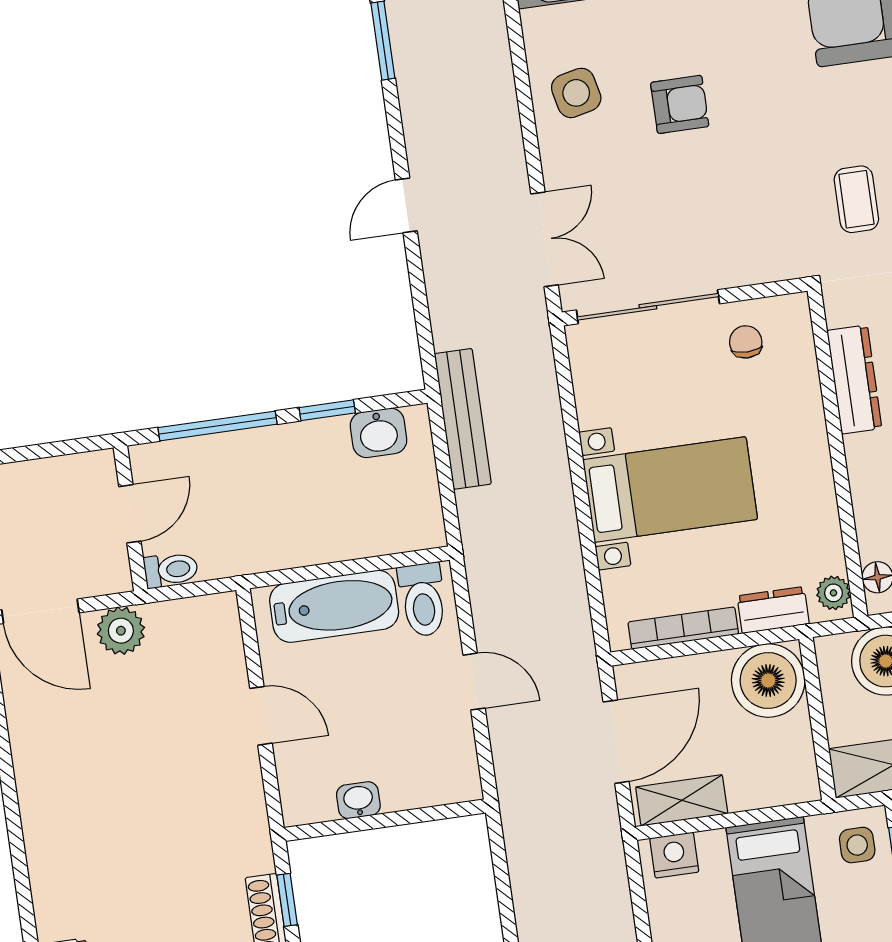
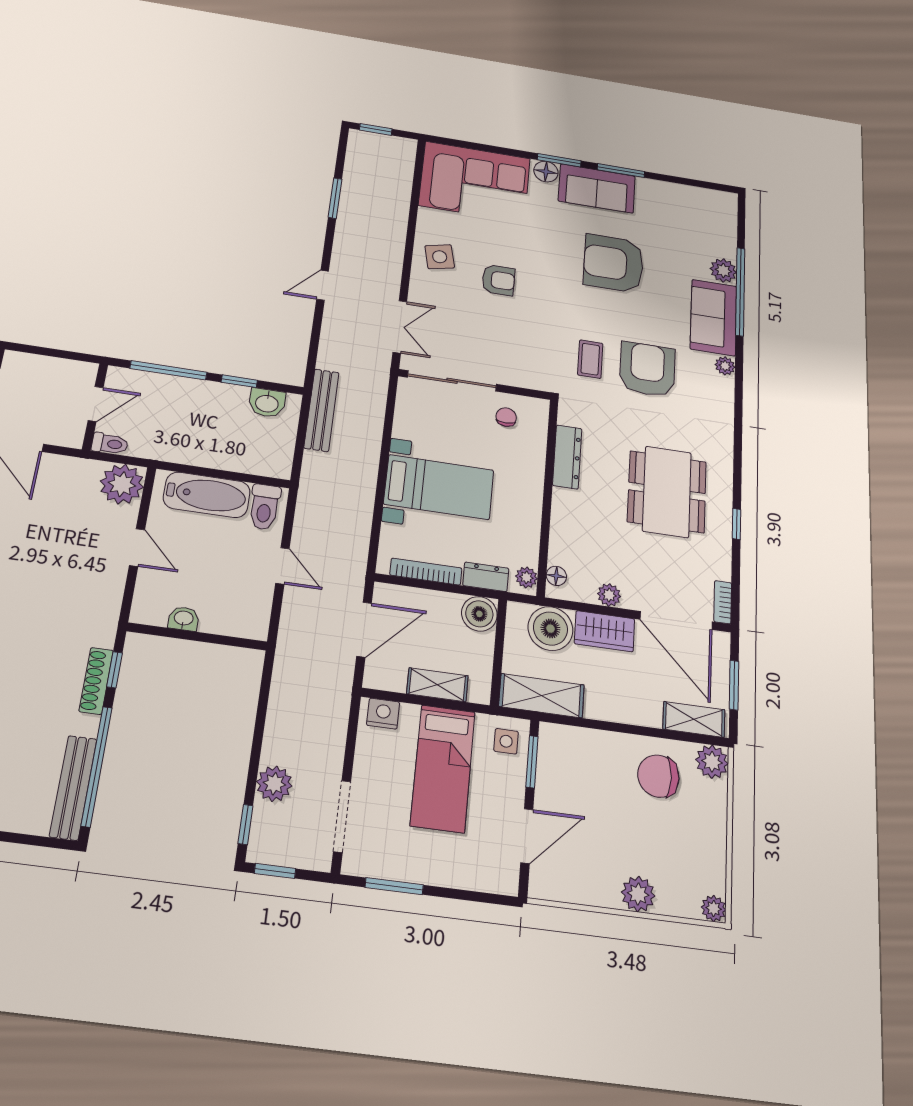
plant: (121, 631) -> (122, 484), moved, width x1.36, depth x1.36
boiler: (768, 680) -> (479, 614), width x0.73, depth x0.73
shelving: (682, 800) -> (437, 685), moved

